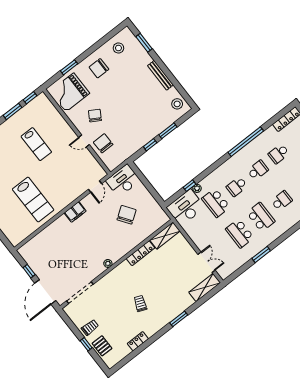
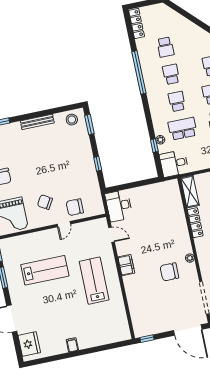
window: (168, 131) -> (89, 125), moved
lab bench: (36, 144) -> (45, 270), width x1.36, depth x1.39
school desk: (237, 186) -> (177, 101), turned 180
lab bench: (33, 199) -> (94, 281), moved, turned -90
school desk: (216, 203) -> (183, 129), turned 180
desk: (186, 208) -> (174, 163), width x0.73
chair: (127, 215) -> (169, 272), moved, turned -55
window: (29, 271) -> (147, 339), moved

